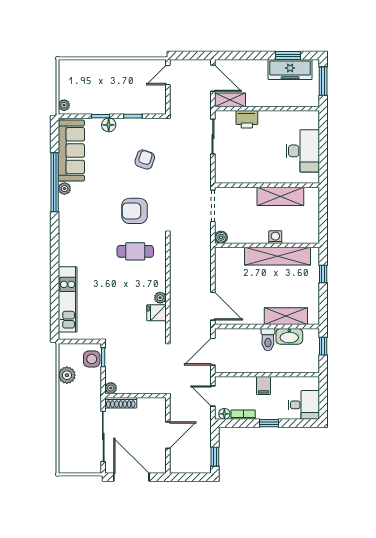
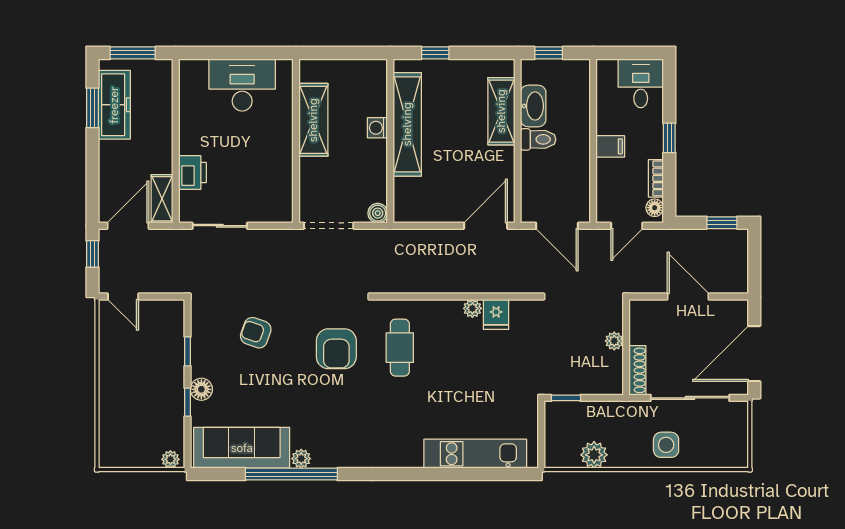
window: (195, 55) -> (92, 254), added
side table: (92, 359) -> (666, 445), moved
plant: (111, 388) -> (614, 341), moved

